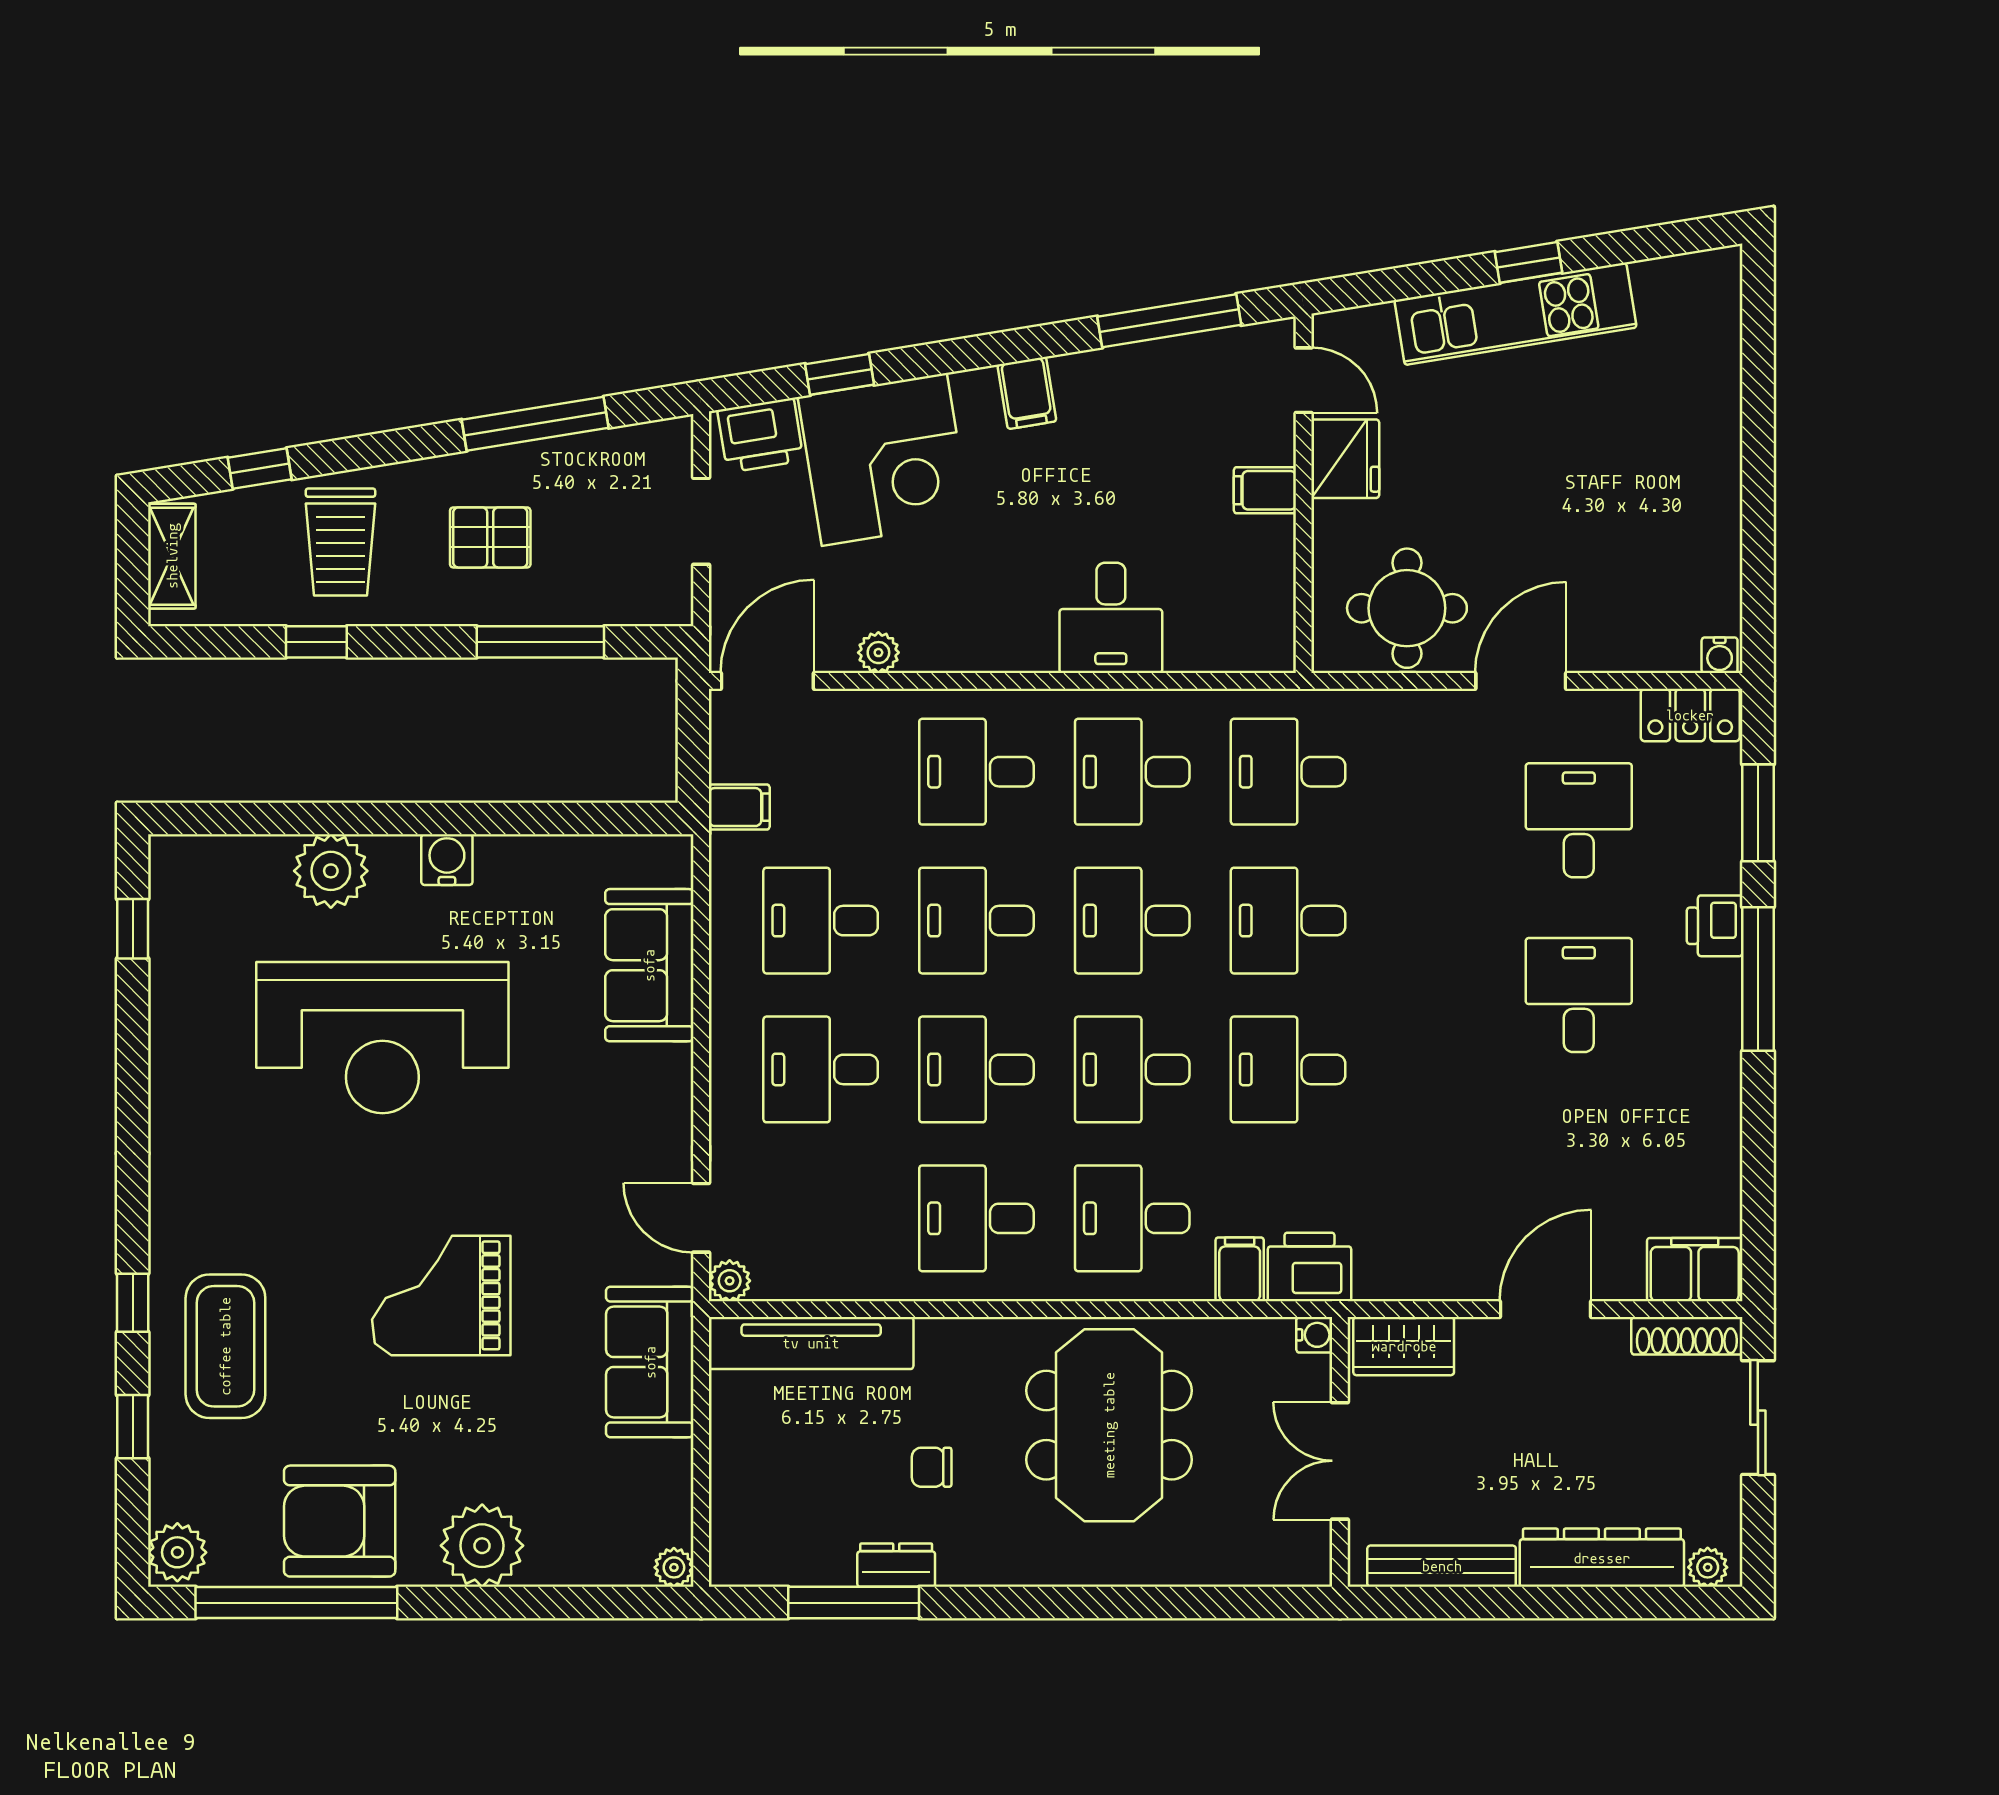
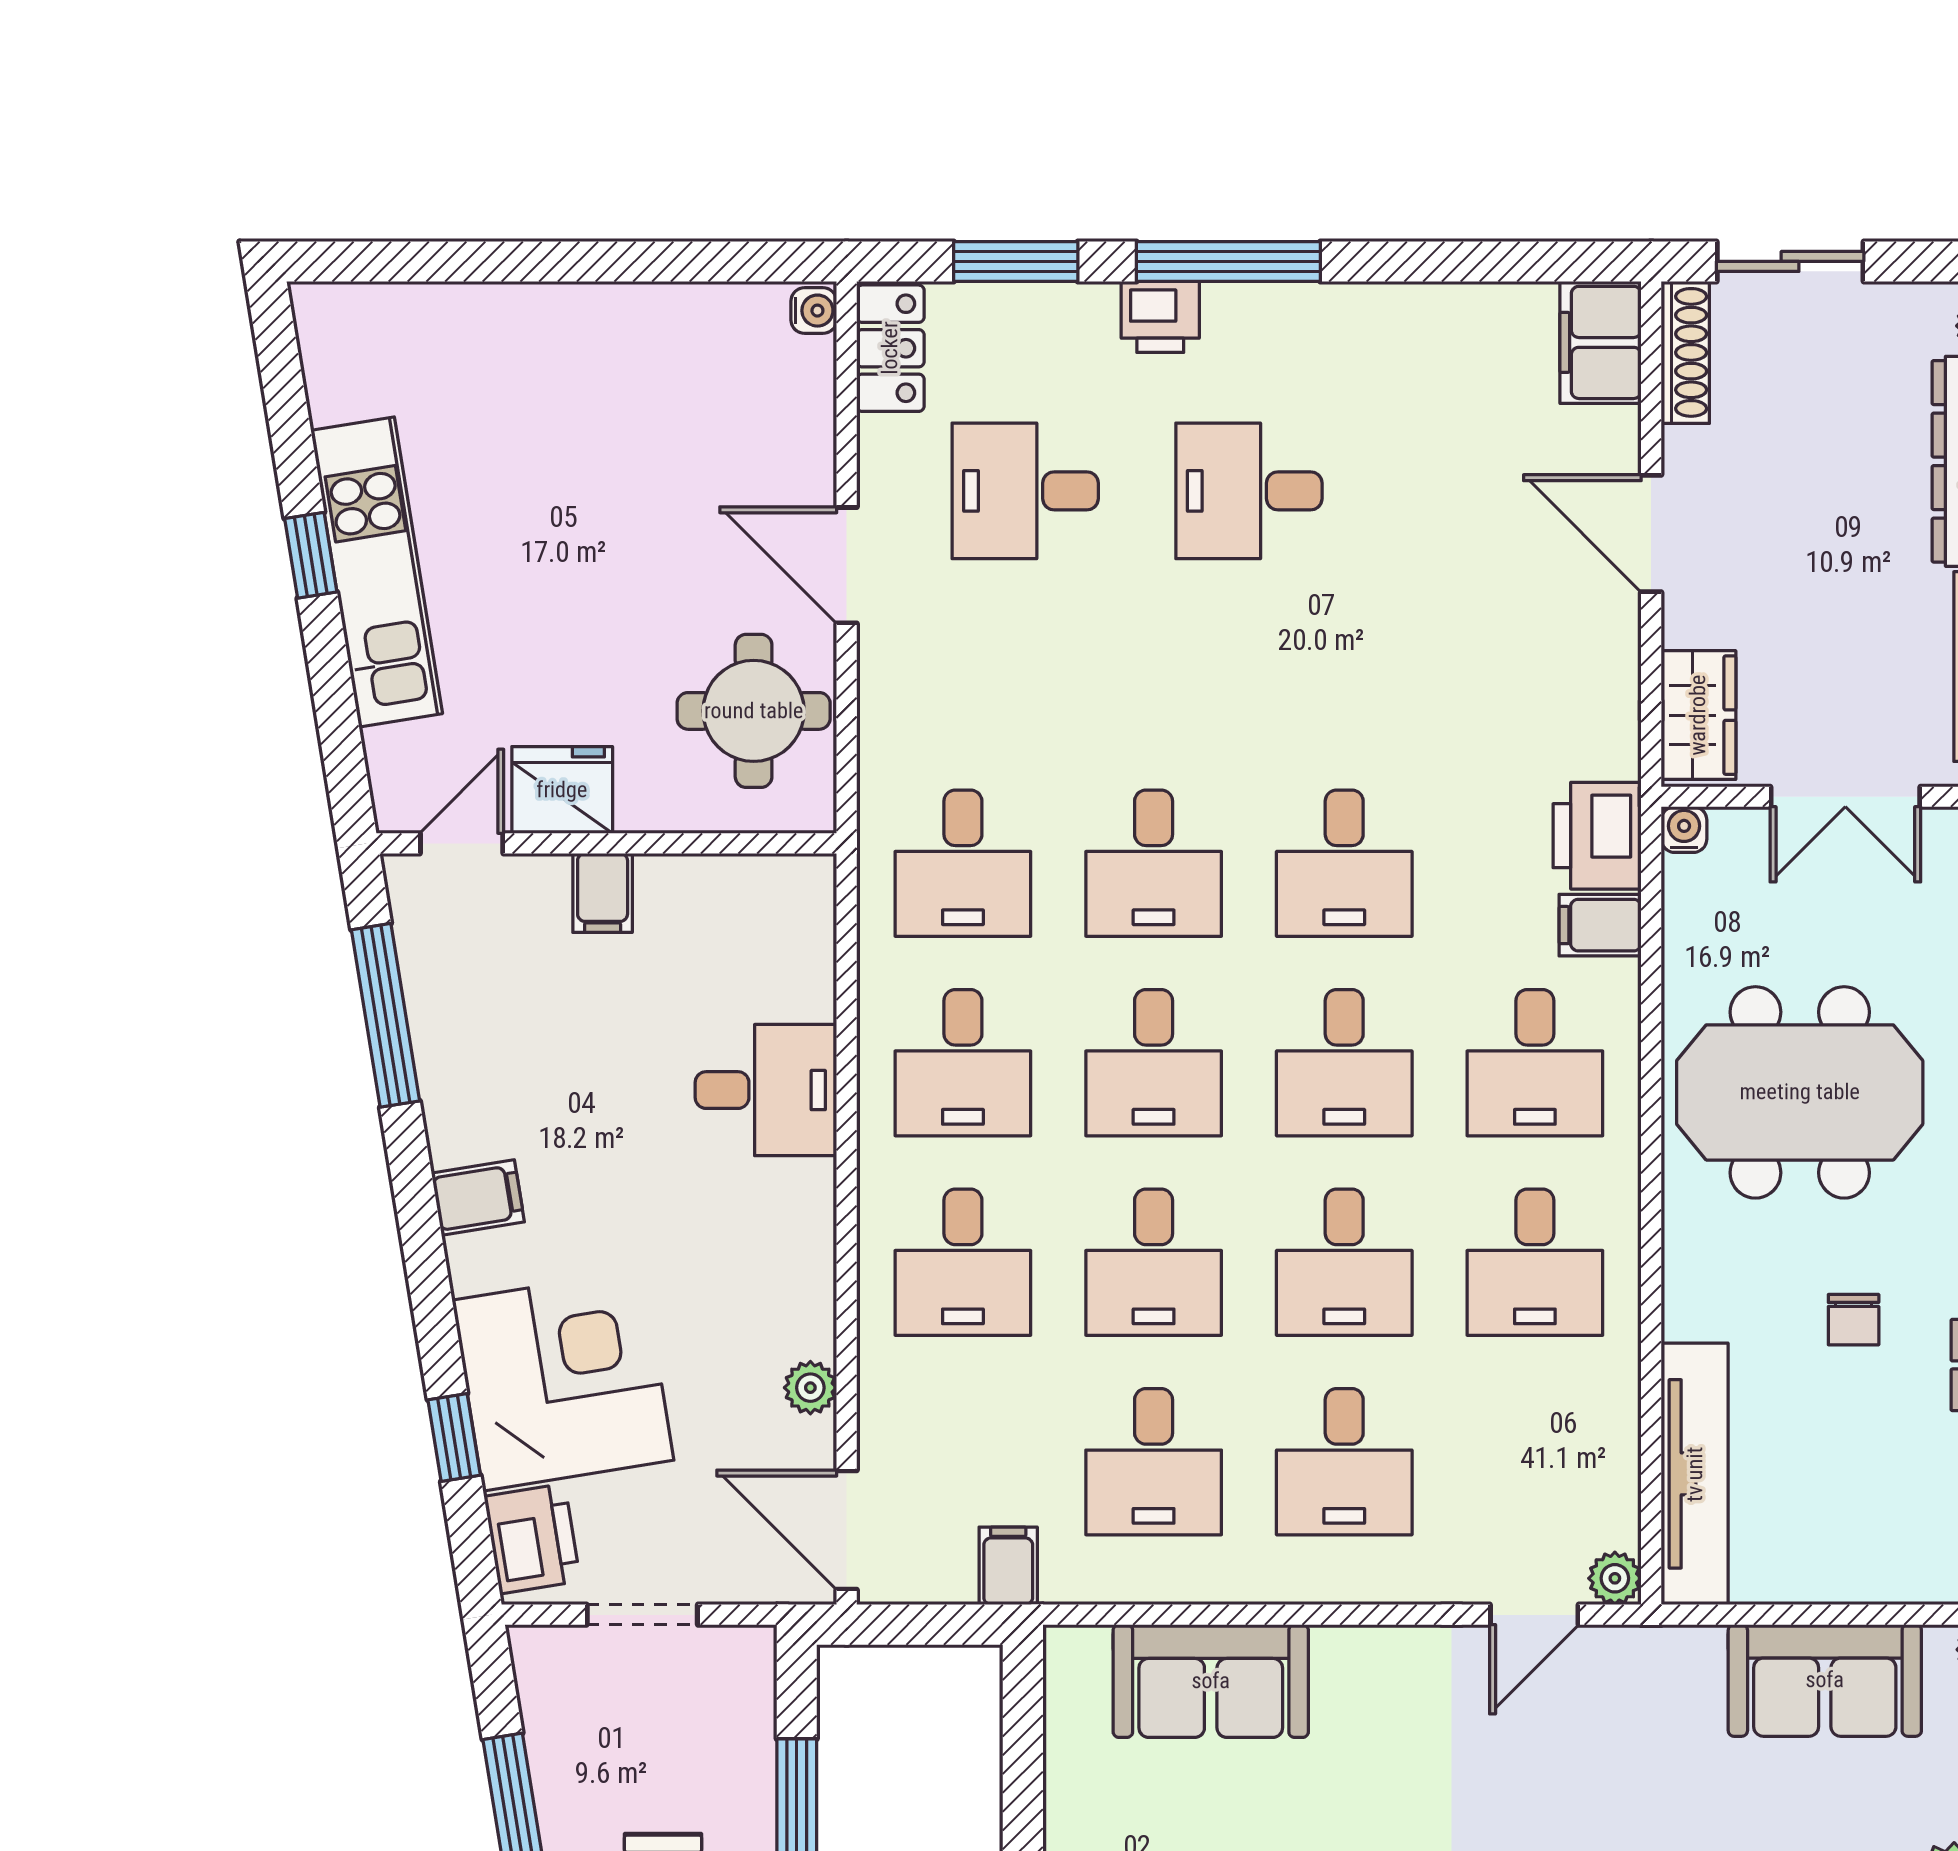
sofa: (650, 1362) -> (1825, 1680), moved

